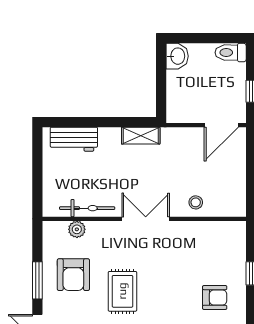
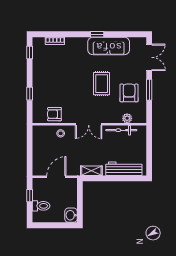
toilet: (231, 53) -> (41, 206), moved
door: (221, 125) -> (56, 177), moved
workbench: (74, 139) -> (124, 169), width x1.38
armchair: (215, 297) -> (54, 114), moved

